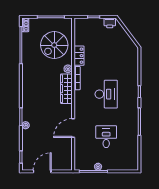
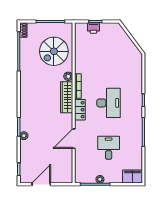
printer: (110, 23) -> (93, 28), moved
locker: (79, 56) -> (80, 110), moved
filing cabinet: (129, 164) -> (132, 177), added

